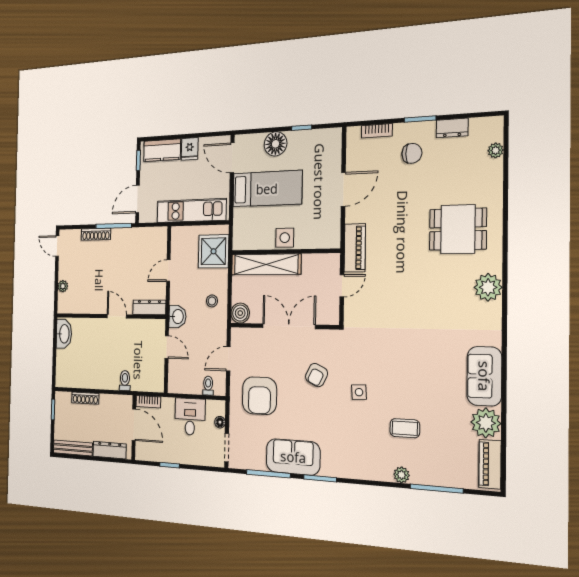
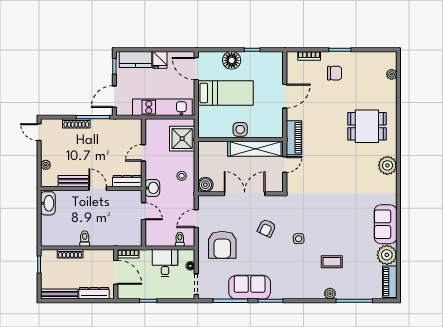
dresser: (452, 128) -> (362, 57), removed
shelving: (266, 264) -> (256, 149), moved
bench: (91, 307) -> (73, 181), added
toilet: (125, 381) -> (85, 238), moved

